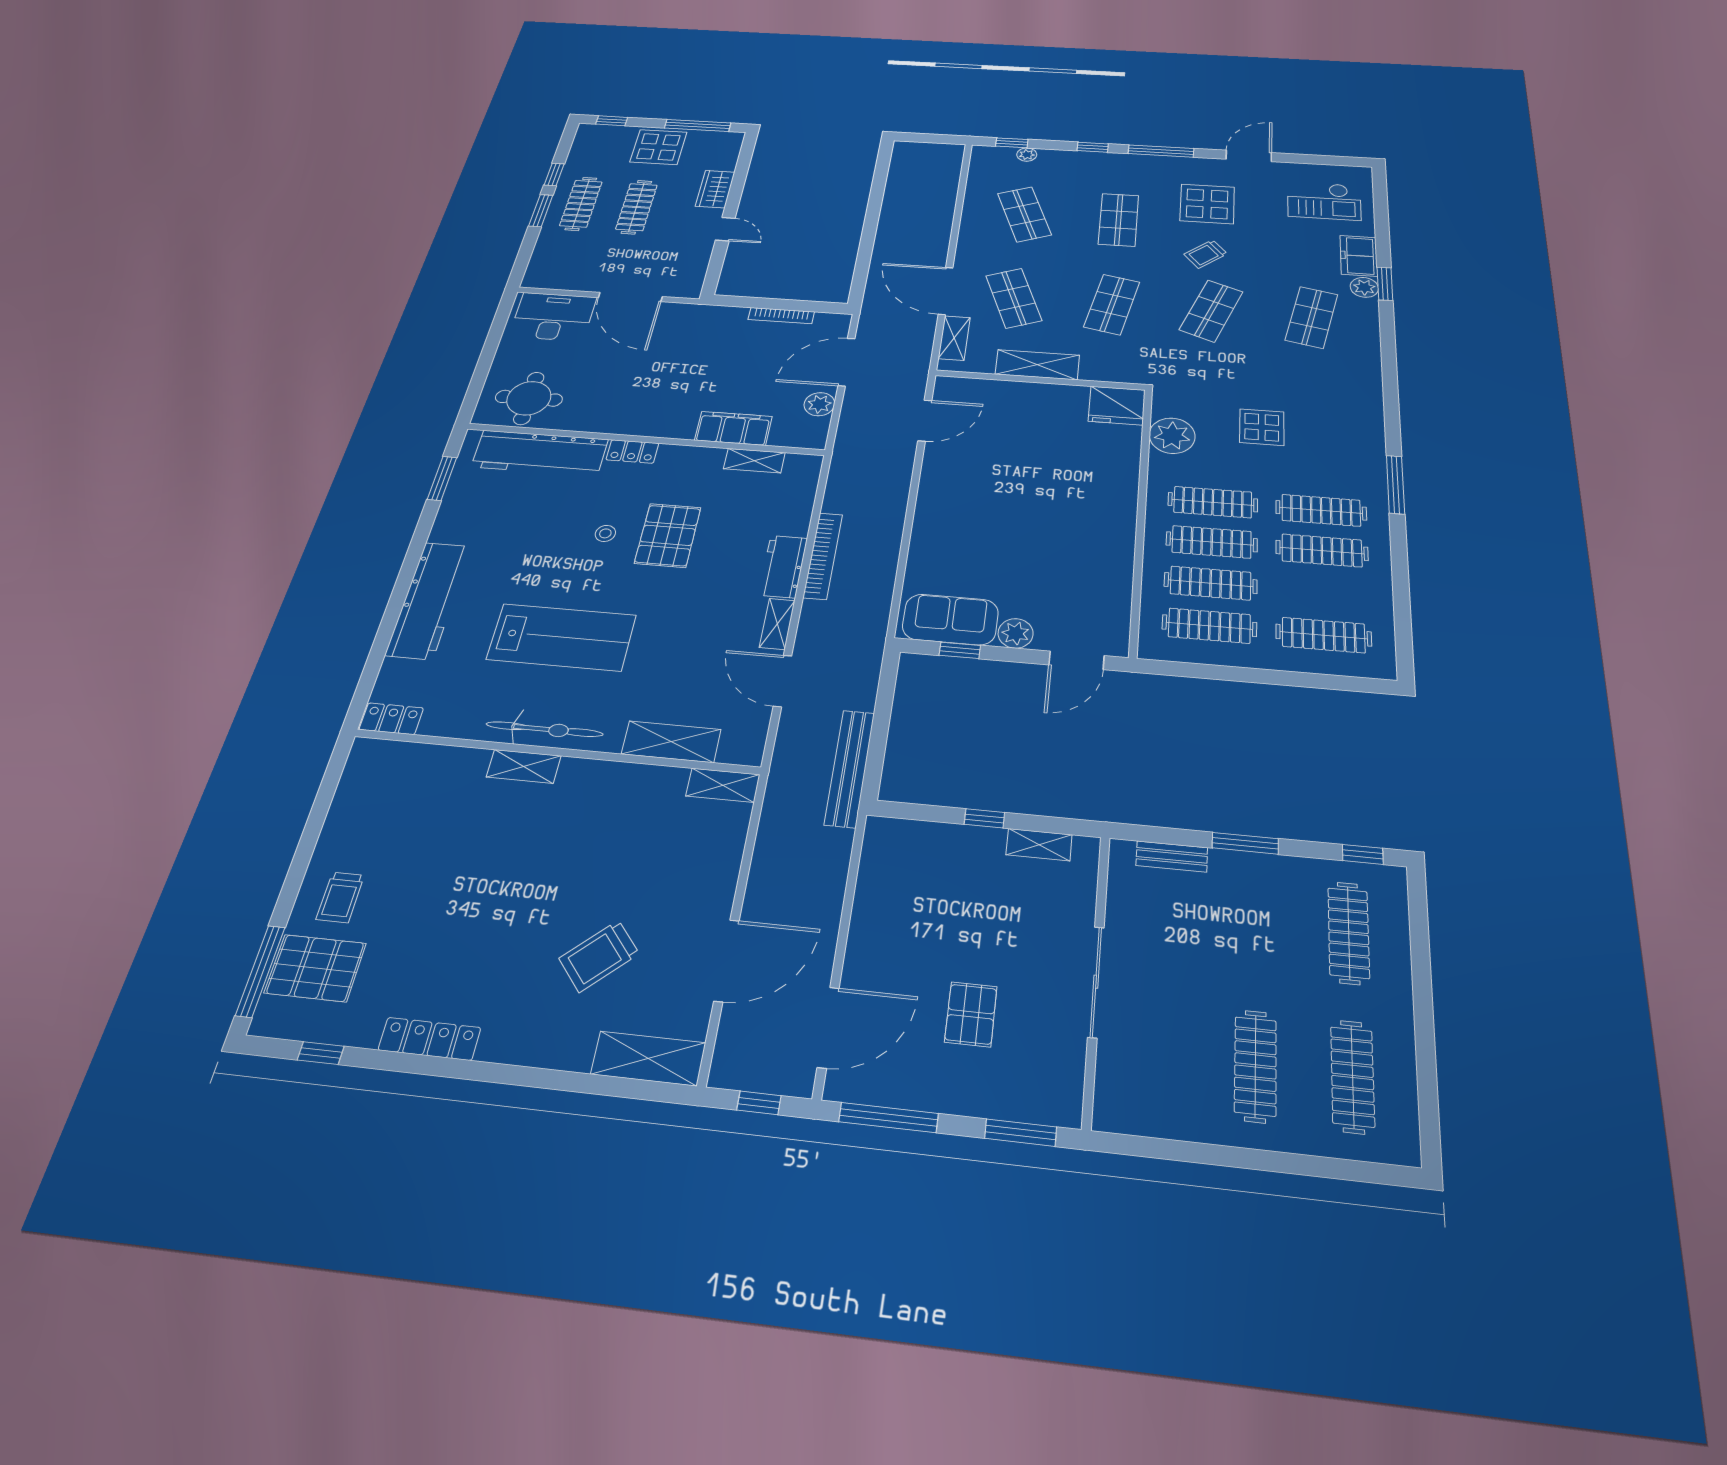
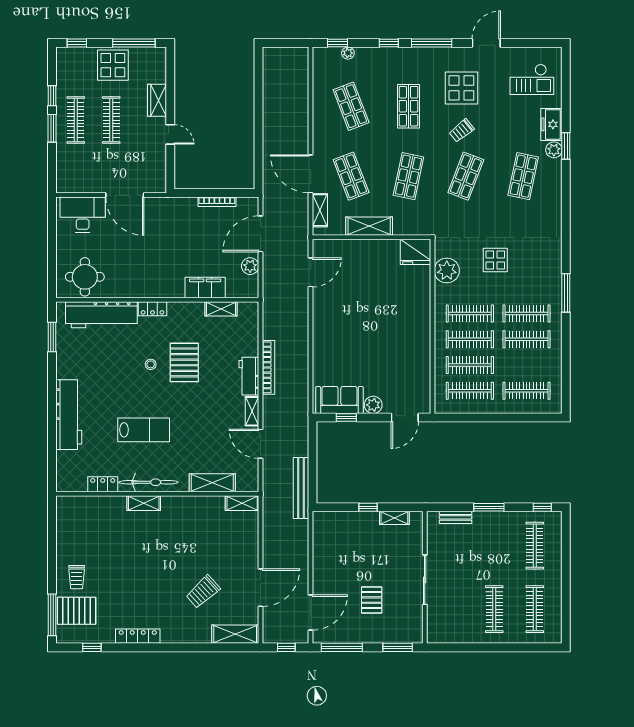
lab bench: (562, 637) -> (144, 430), width x0.73, depth x0.72
locker: (391, 719) -> (103, 484), moved

